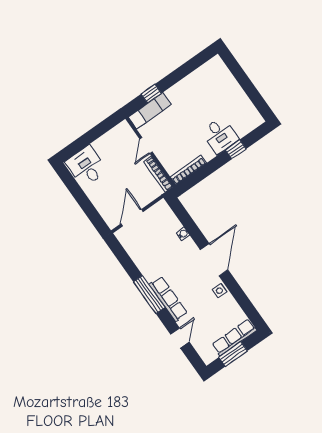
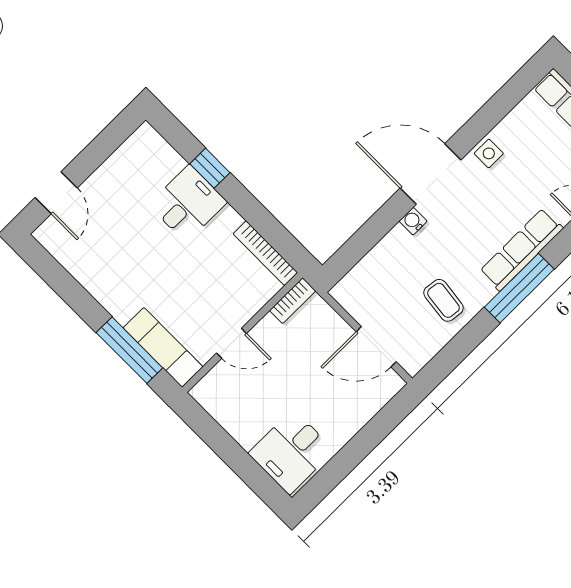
door: (236, 70) -> (56, 193), added
window: (151, 94) -> (129, 350), width x2.17
bookcase: (158, 174) -> (293, 301), width x0.64
water cooler: (183, 234) -> (413, 221), moved
coffee table: (150, 255) -> (443, 300), added

